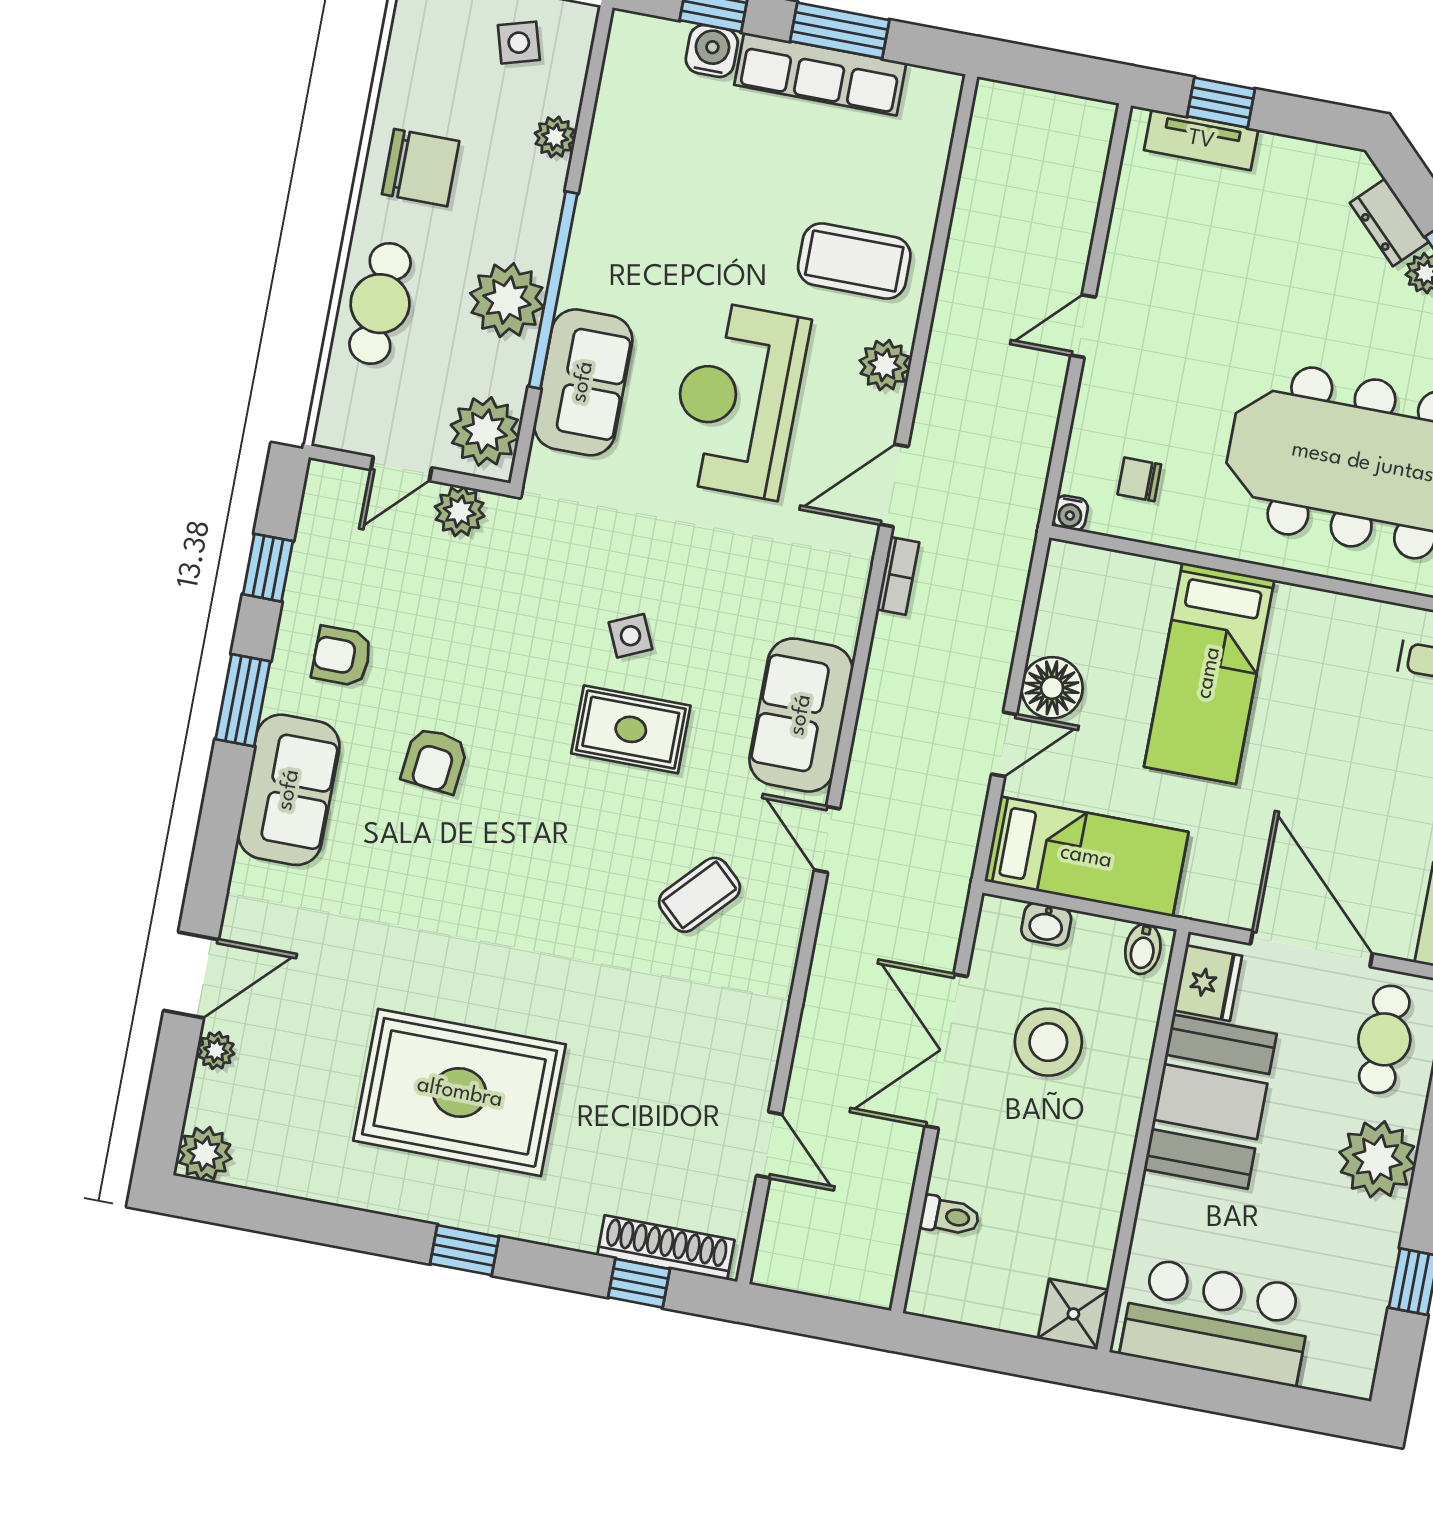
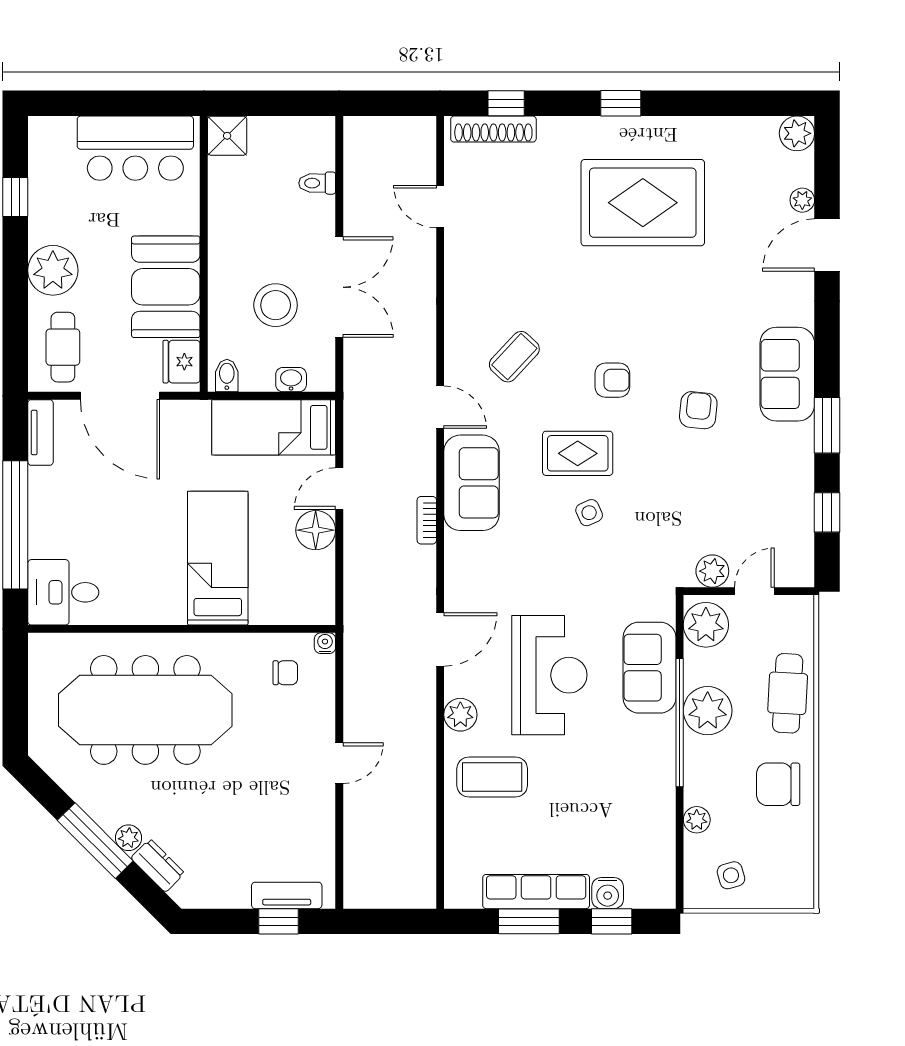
bookcase: (898, 576) -> (427, 520), moved
armchair: (342, 656) -> (612, 380), moved

